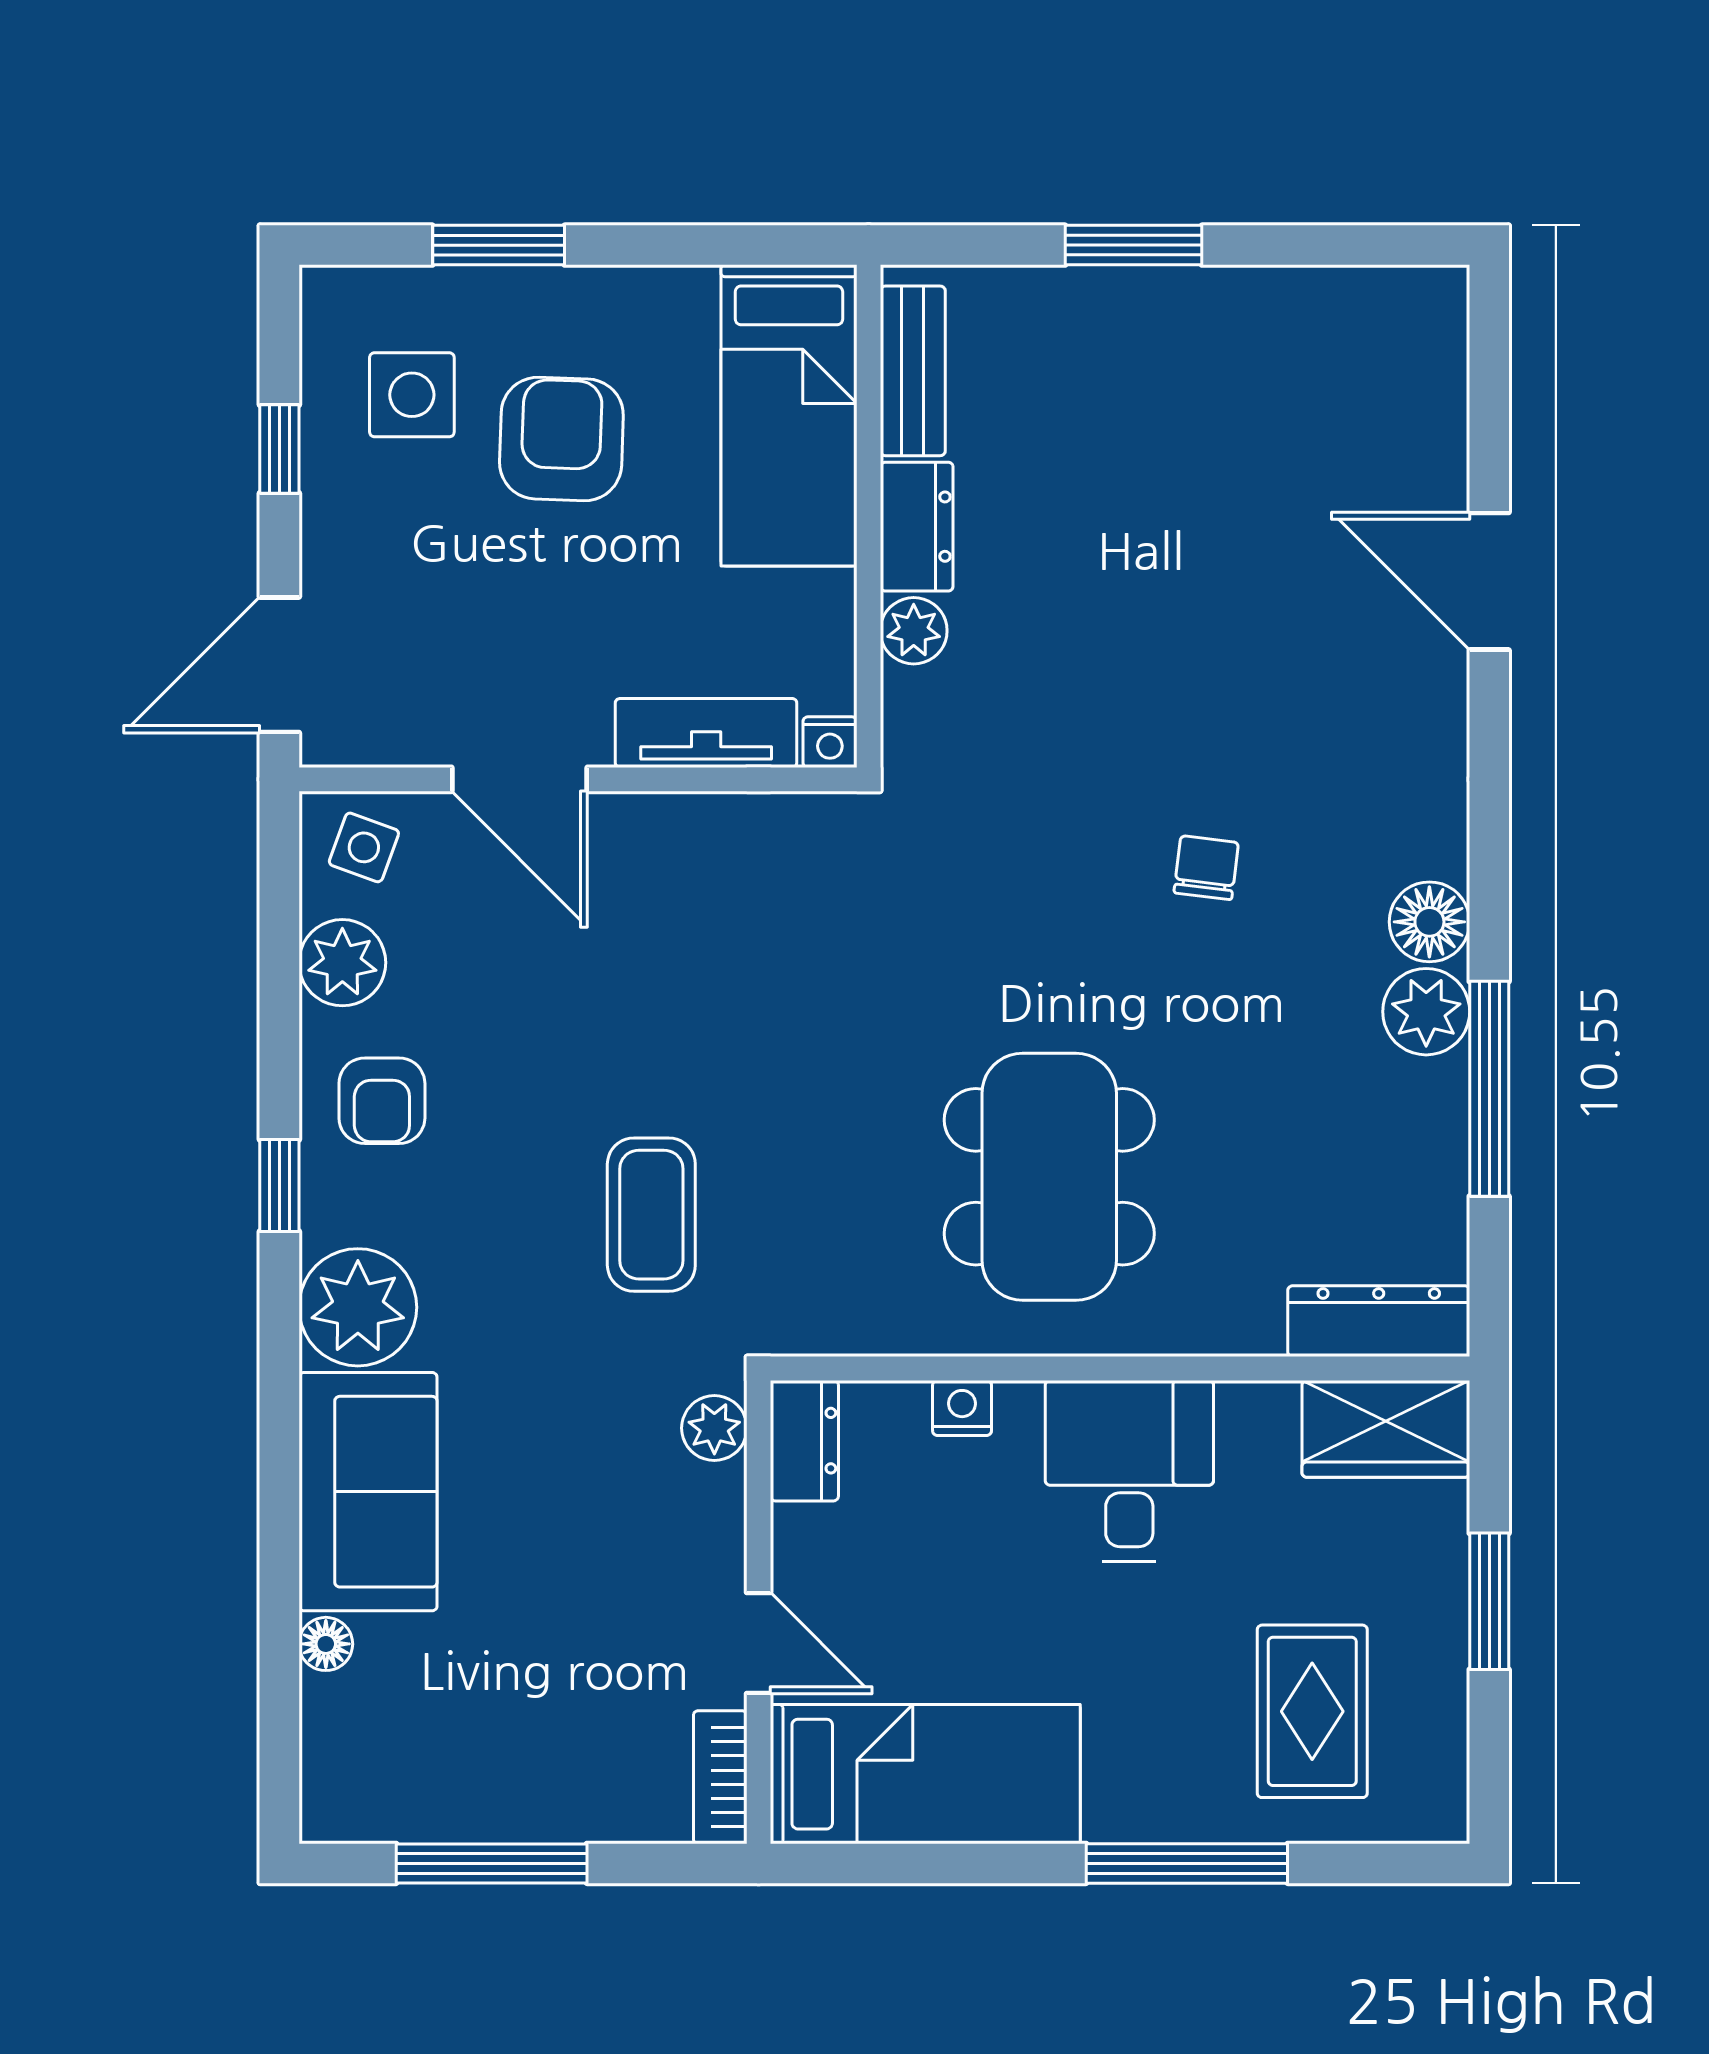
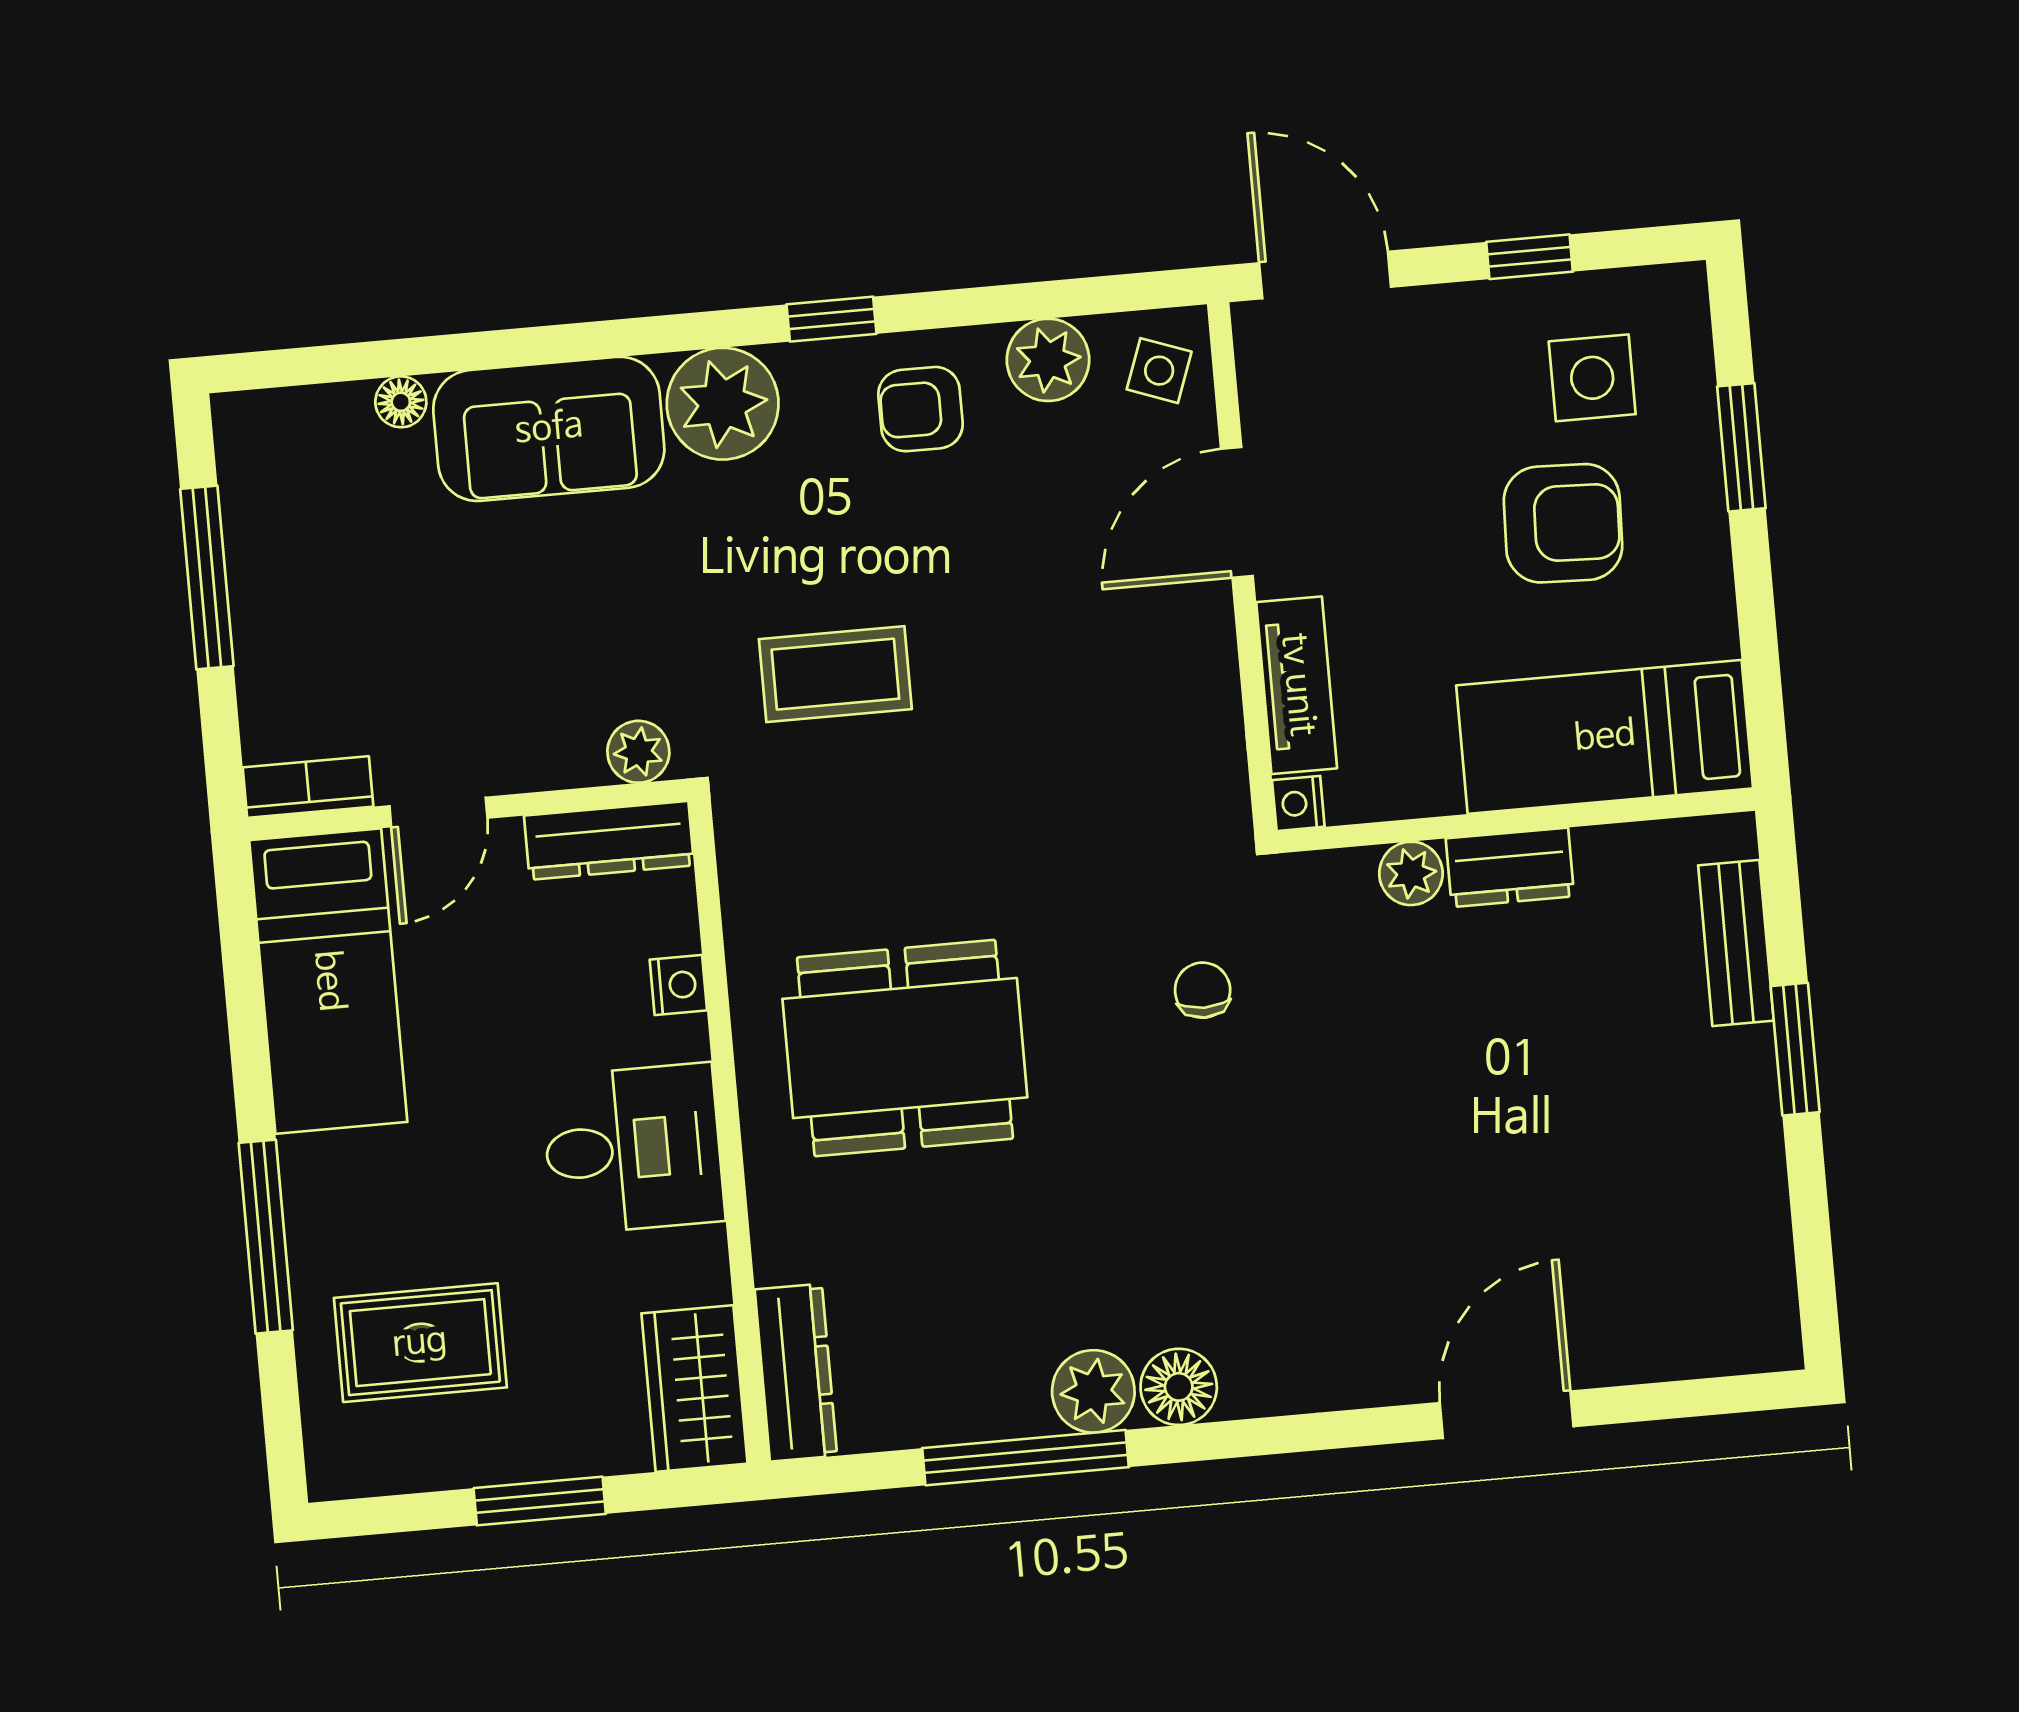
bench: (913, 371) -> (1736, 943), moved, turned 90
chair: (1206, 868) -> (1203, 990), moved, turned -97
dresser: (804, 1441) -> (609, 840), width x1.44

